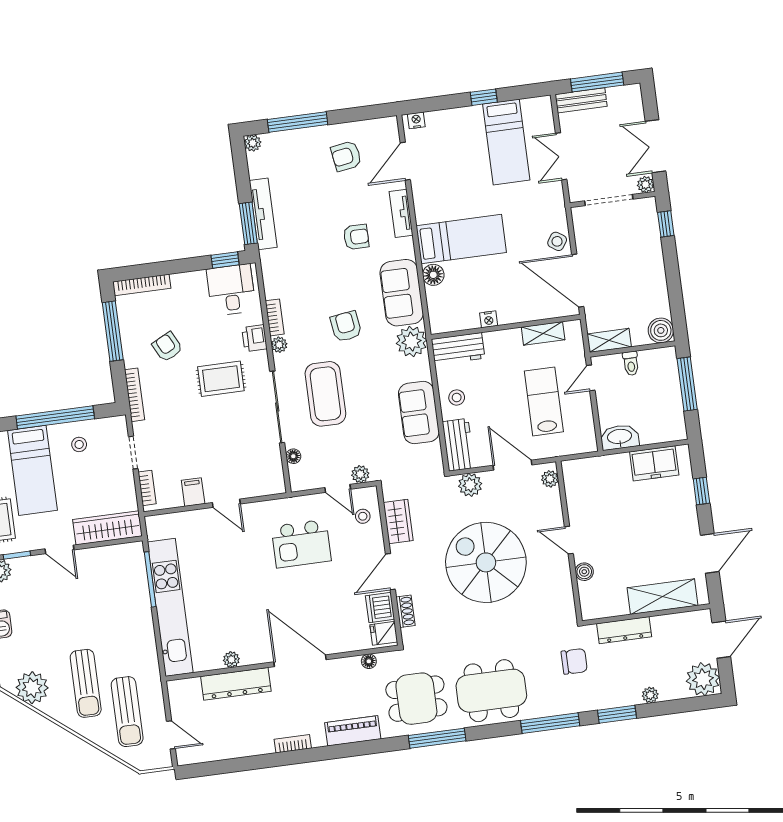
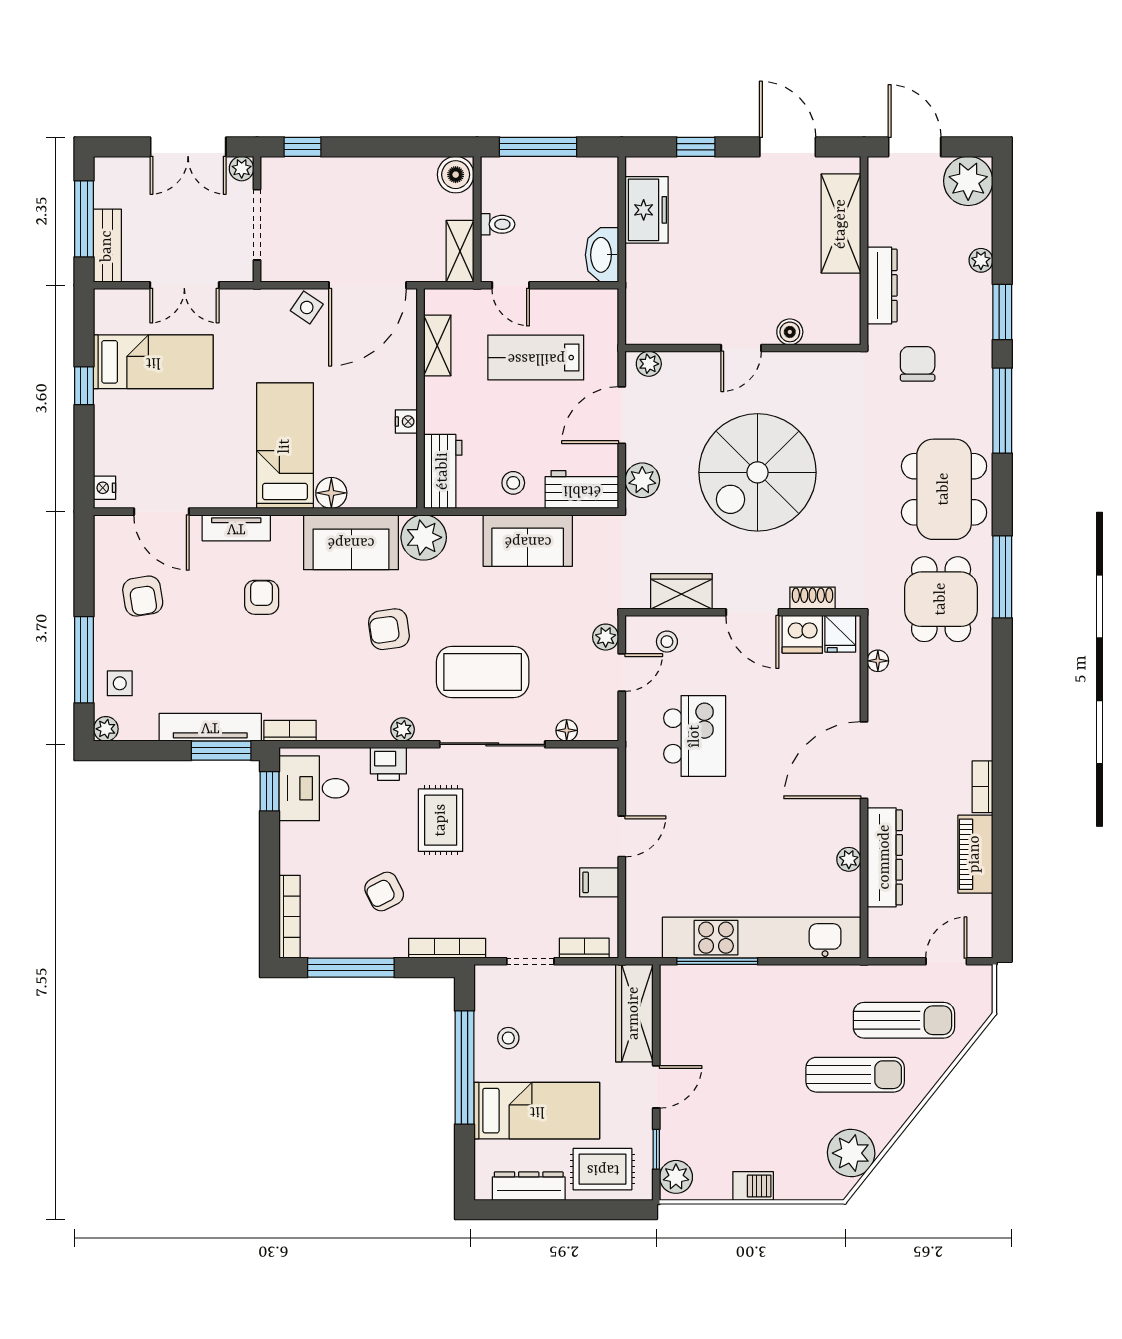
side table: (285, 148) -> (120, 683), added
bookcase: (275, 317) -> (290, 731), moved
piano: (353, 731) -> (975, 854), moved

